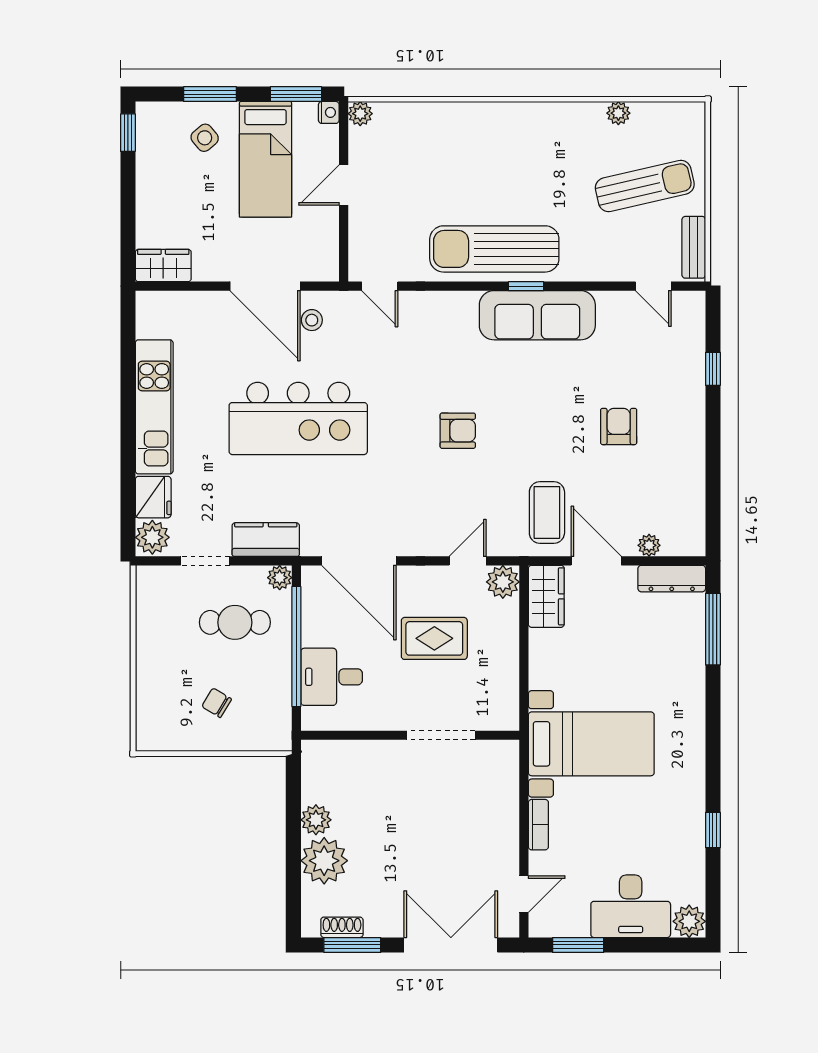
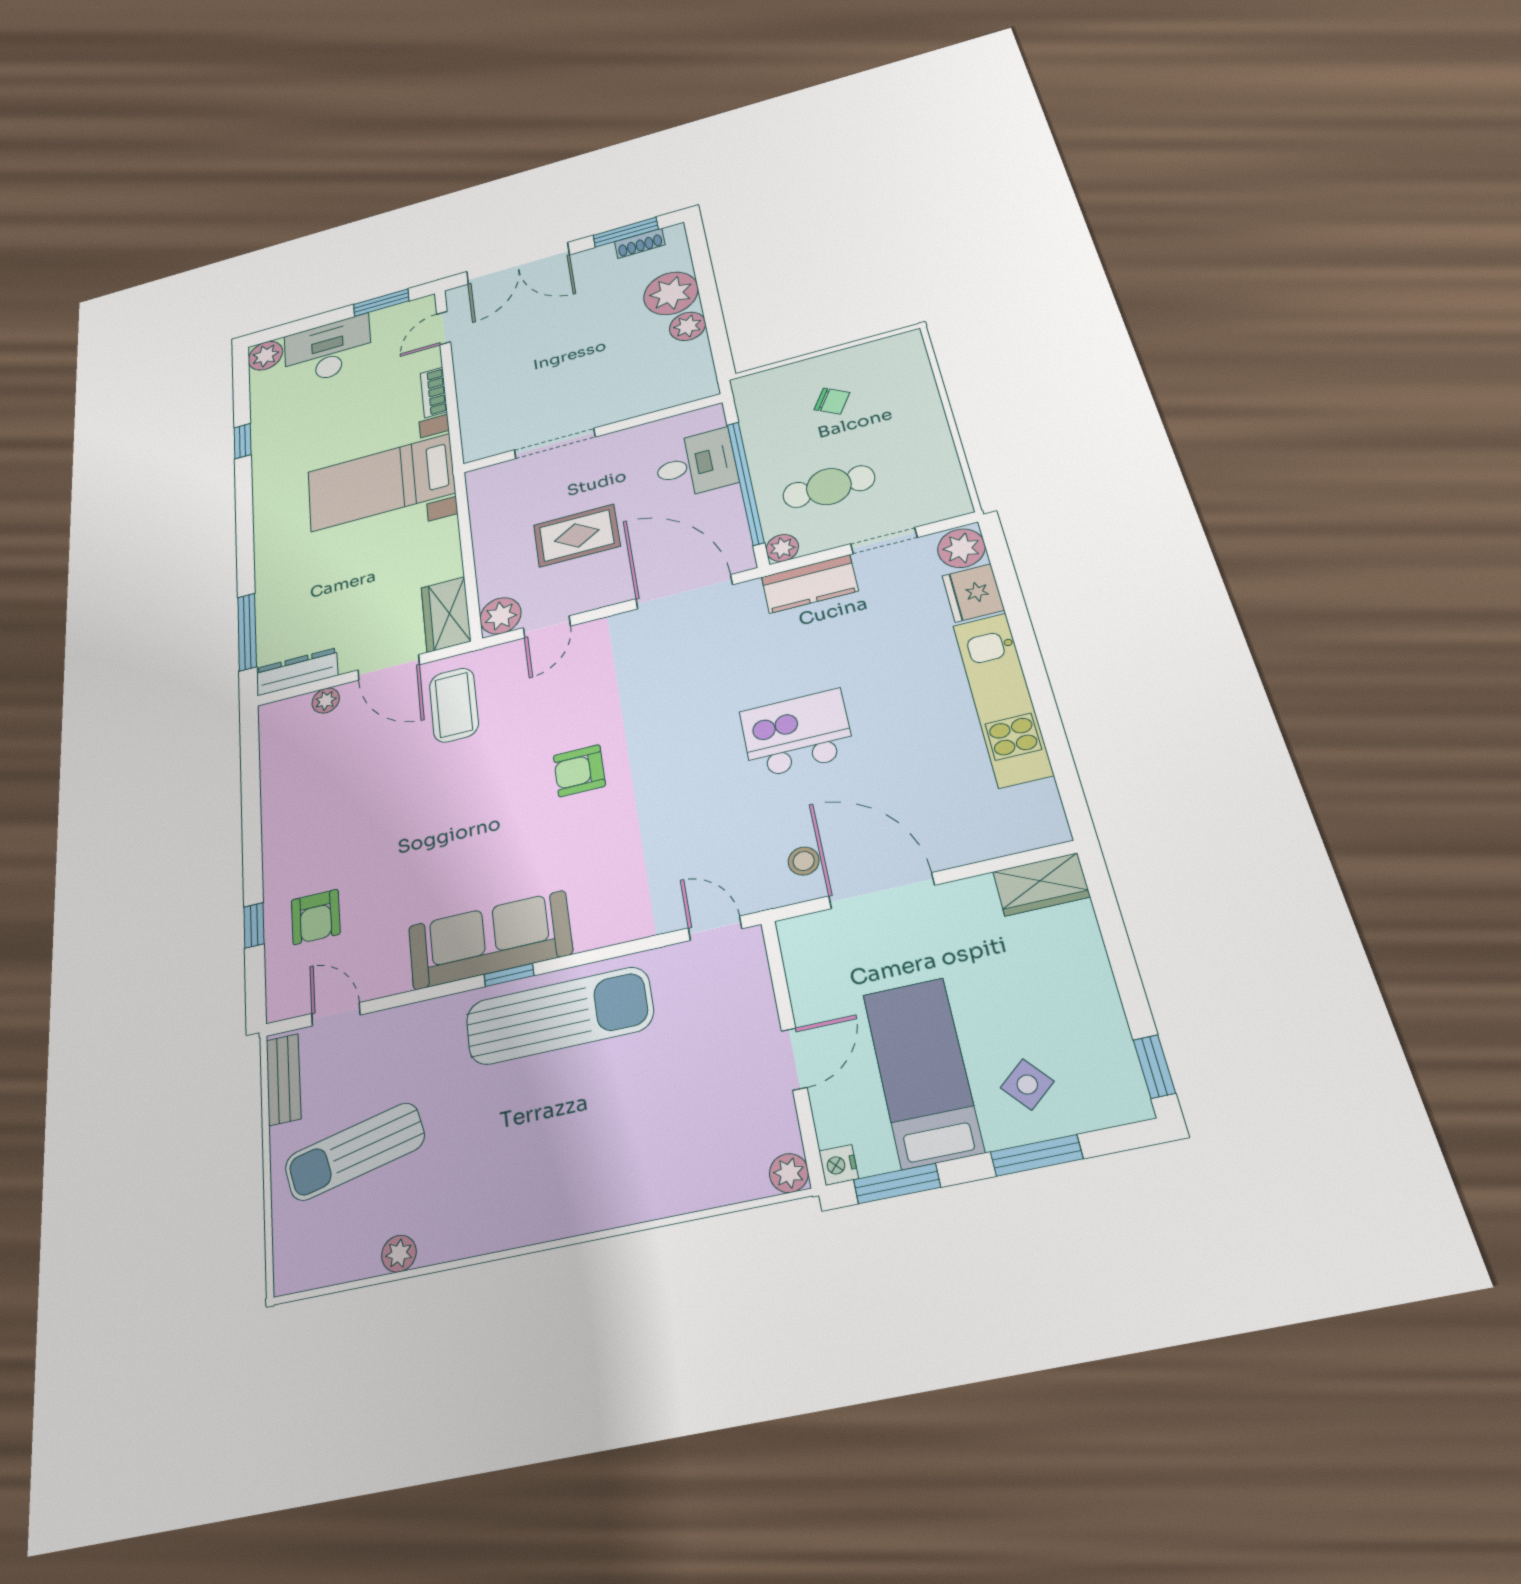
kitchen island: (298, 418) -> (797, 733), width x0.54, depth x0.78
armchair: (619, 426) -> (316, 917), moved

